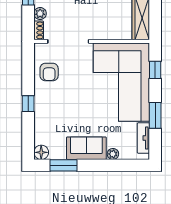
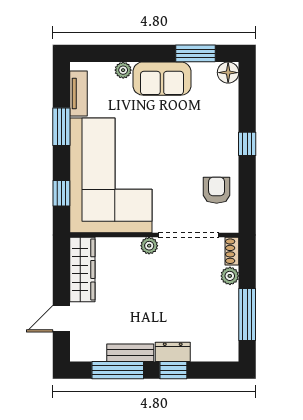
plant: (95, 34) -> (149, 246), added

